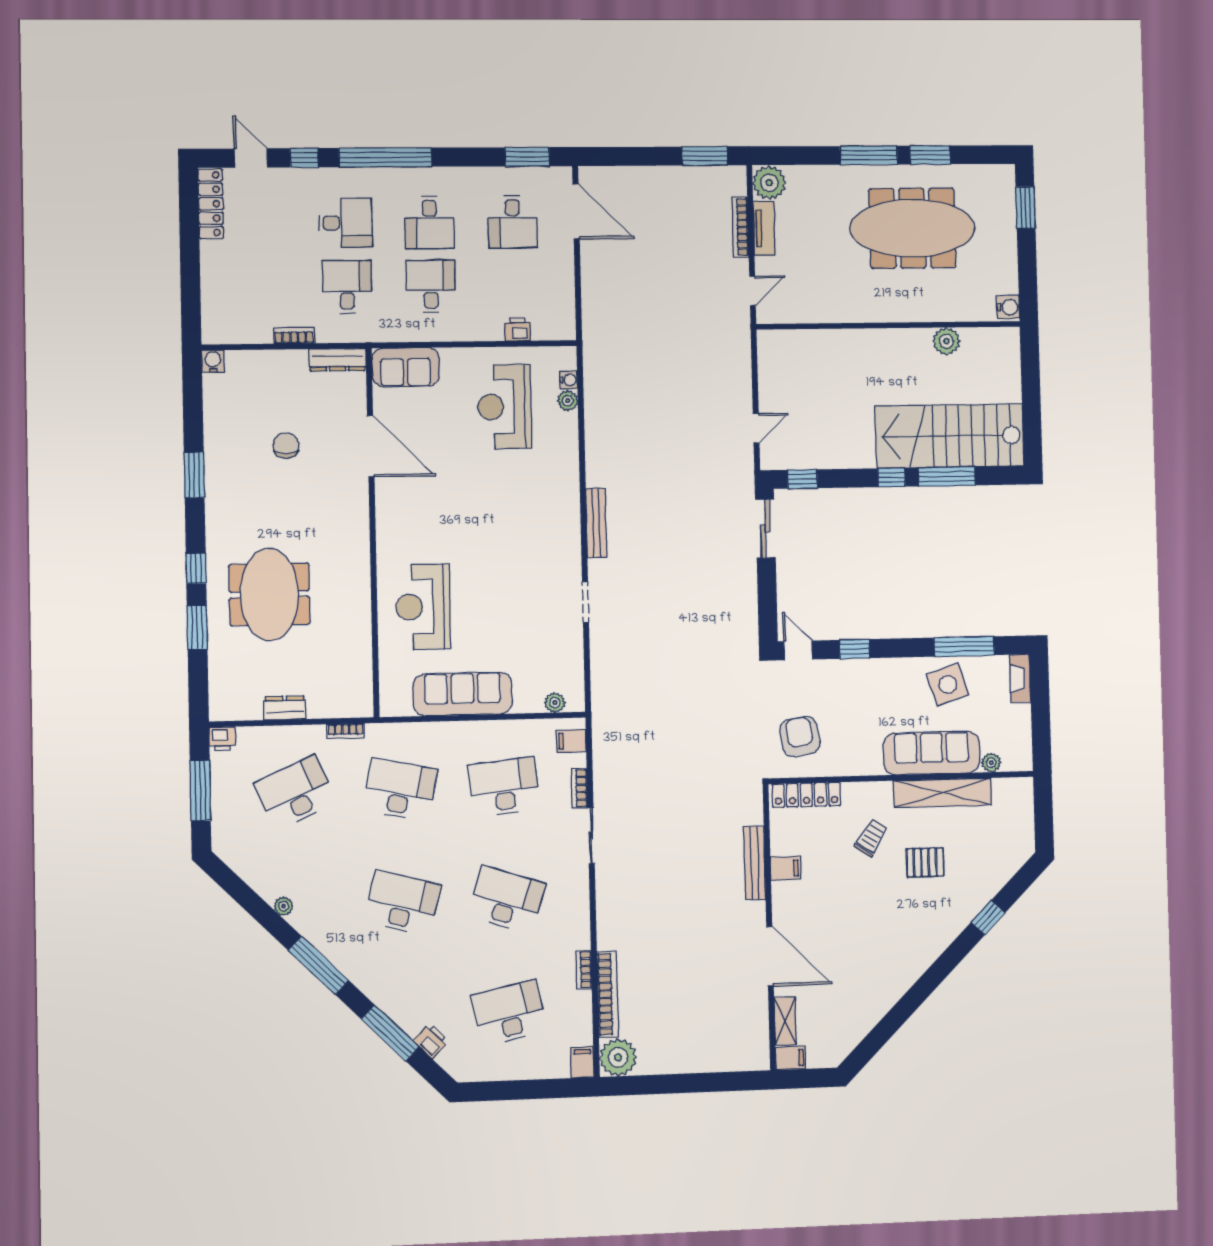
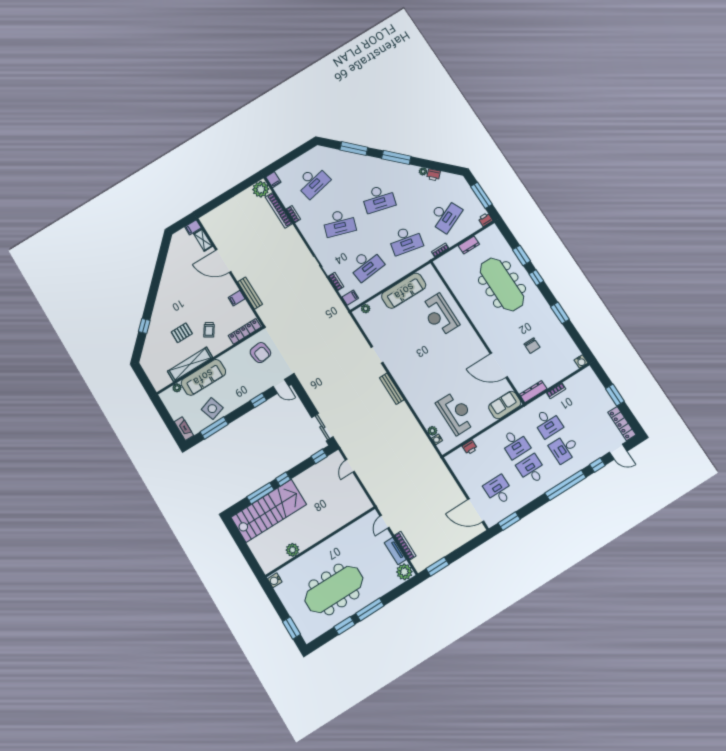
window: (190, 263) -> (615, 395), added
meeting table: (269, 594) -> (502, 284), width x1.36
reception desk: (423, 607) -> (440, 315), turned 180
printer: (431, 1041) -> (433, 175), moved

